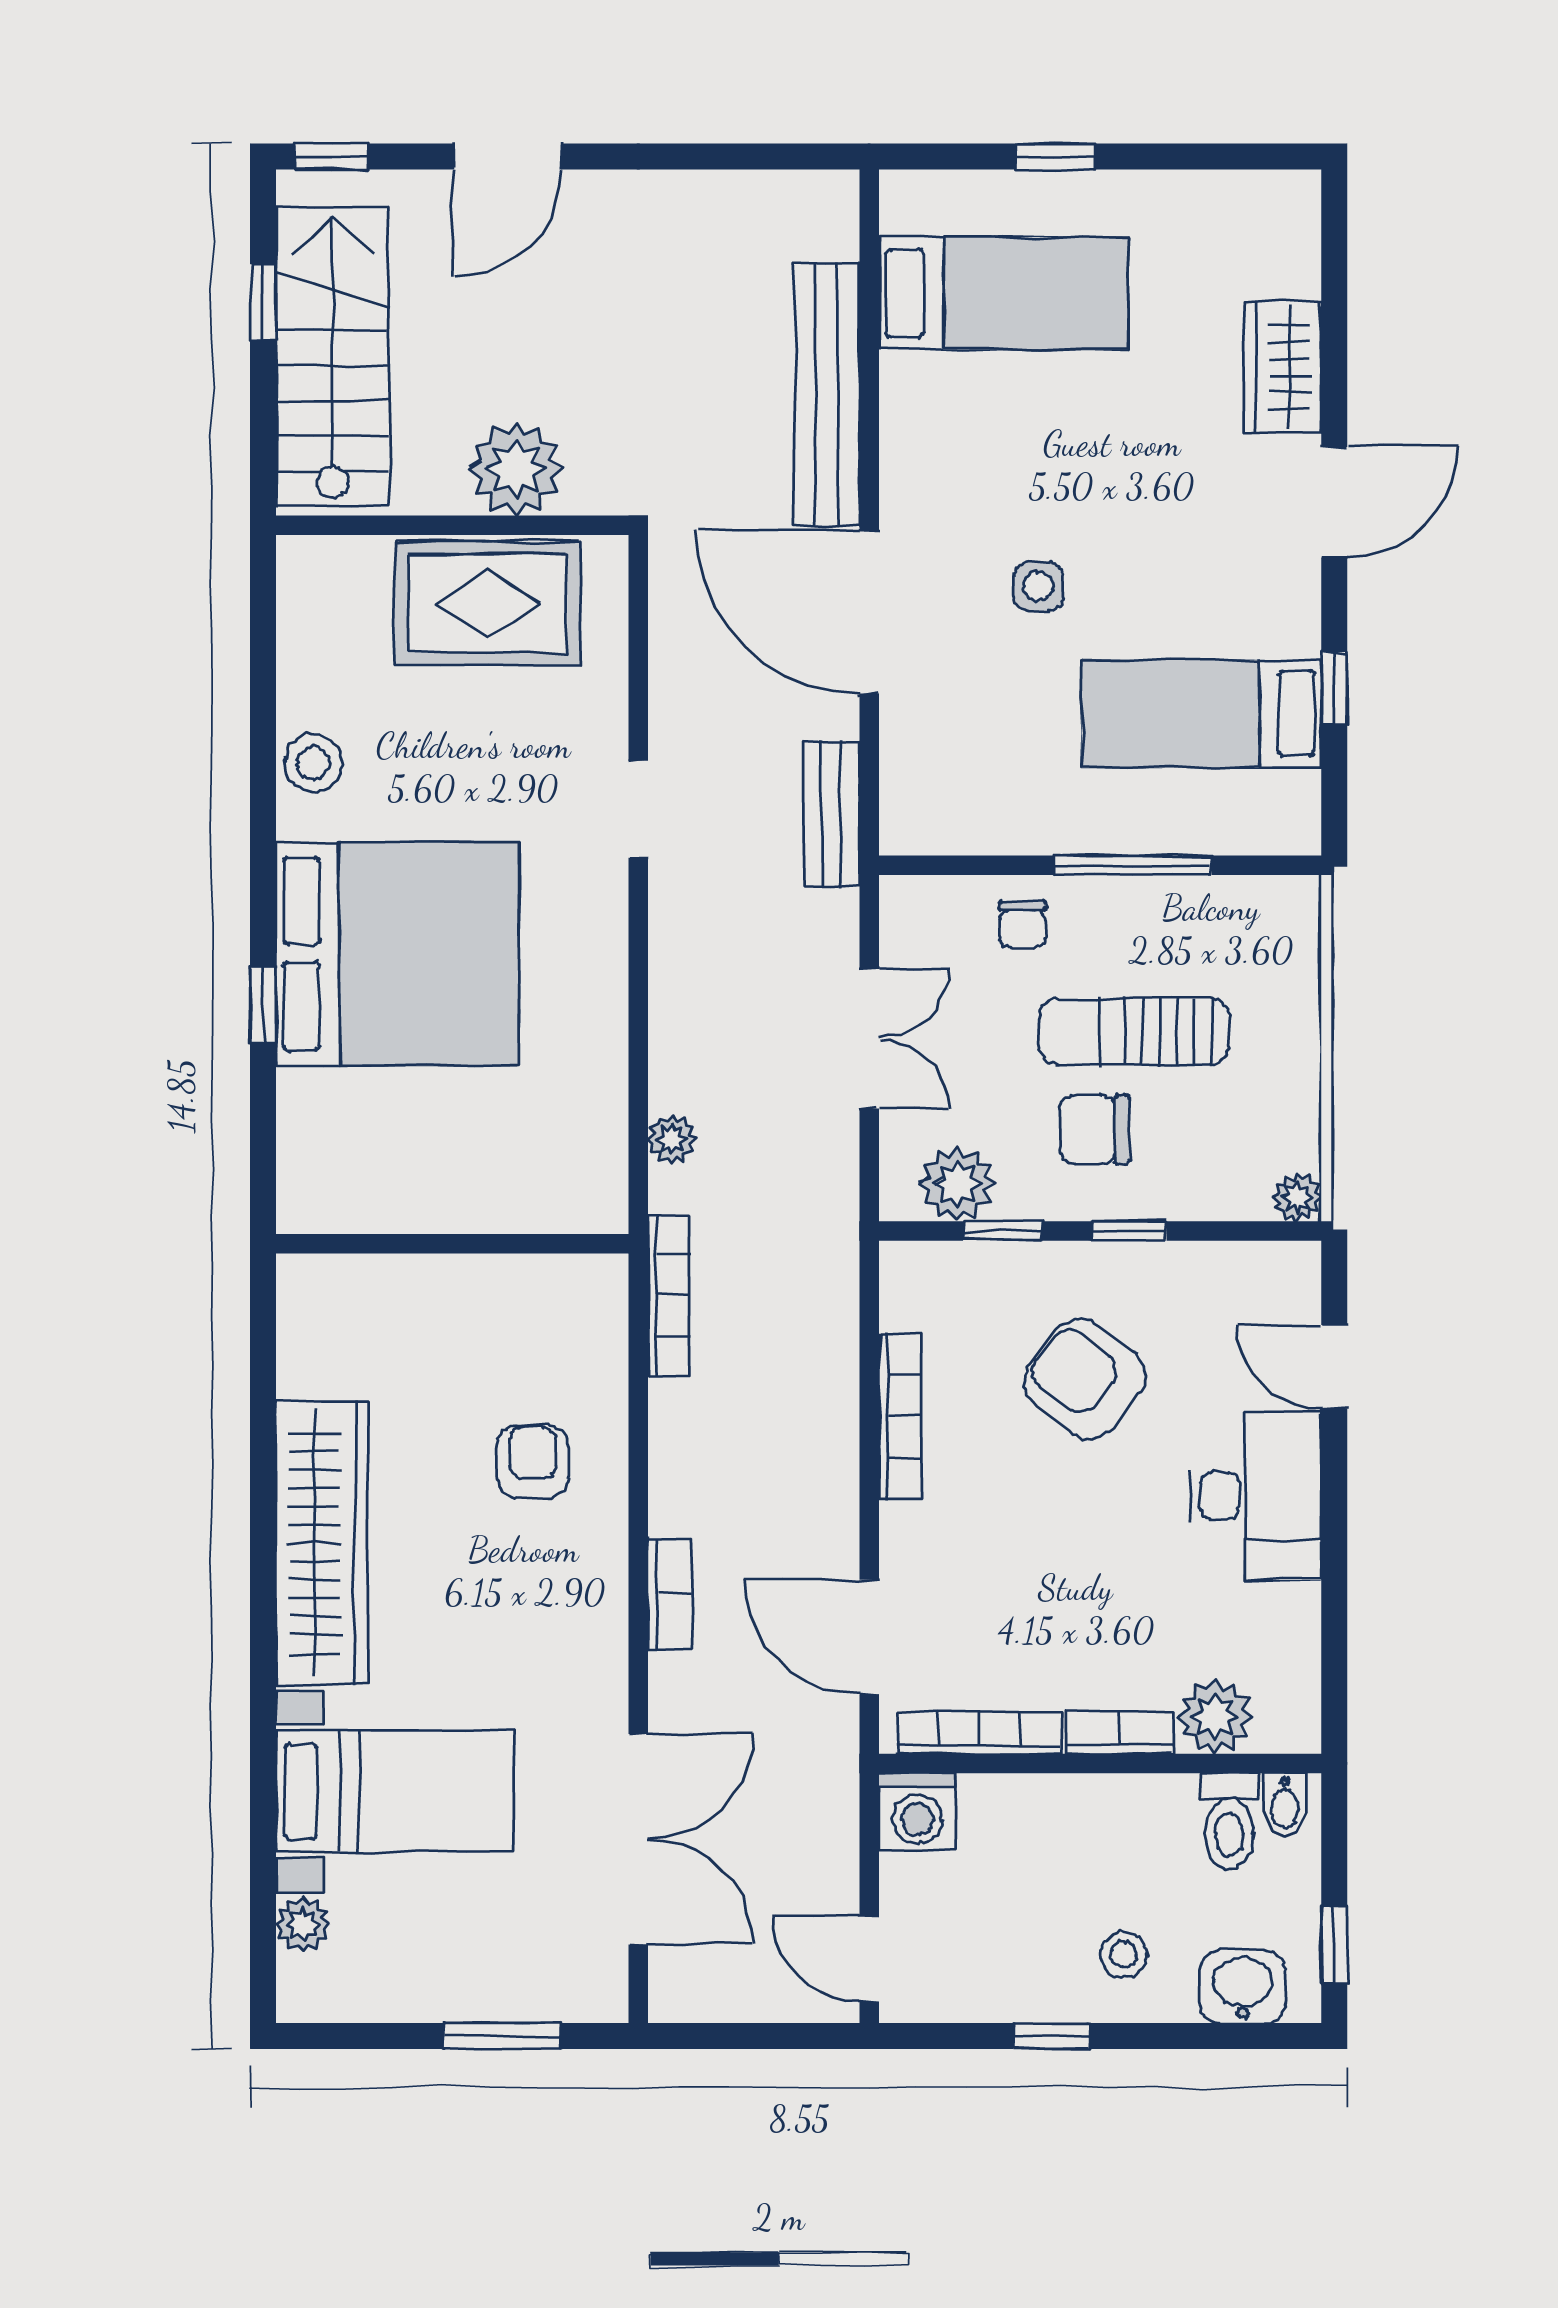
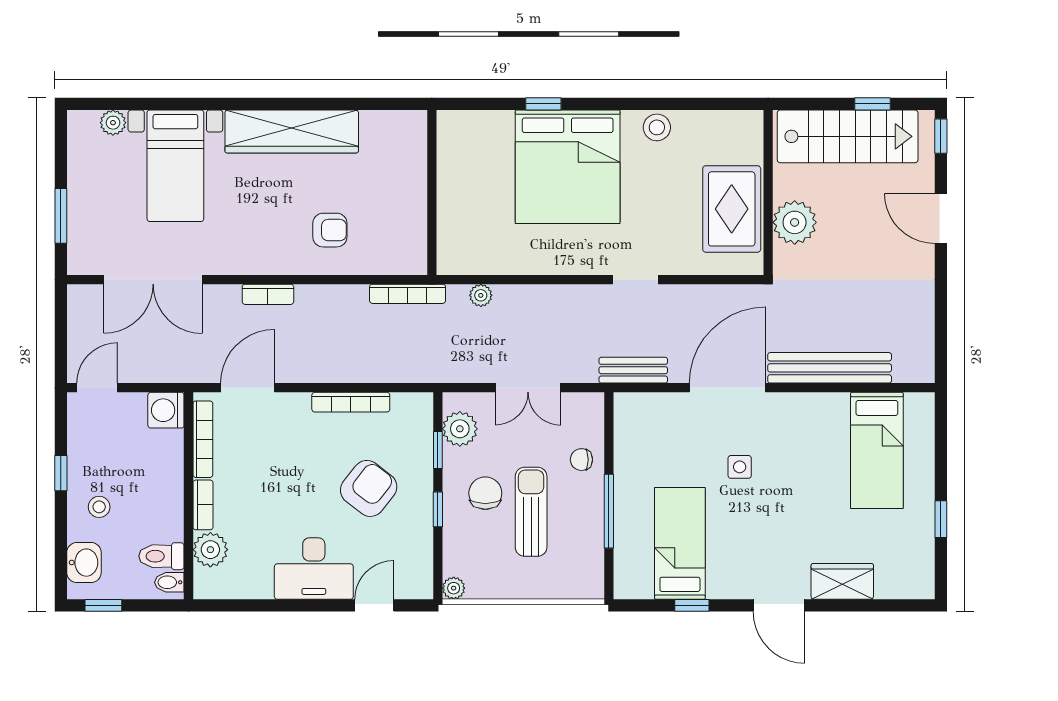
window: (1055, 157) -> (941, 519), moved

